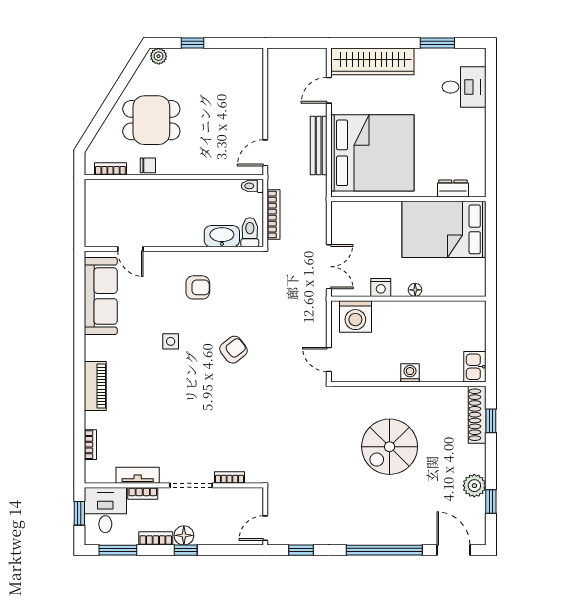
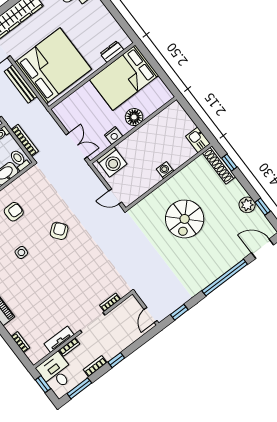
floor lamp: (415, 290) -> (134, 117), width x1.89, depth x1.89
floor lamp: (184, 535) -> (109, 353), removed

